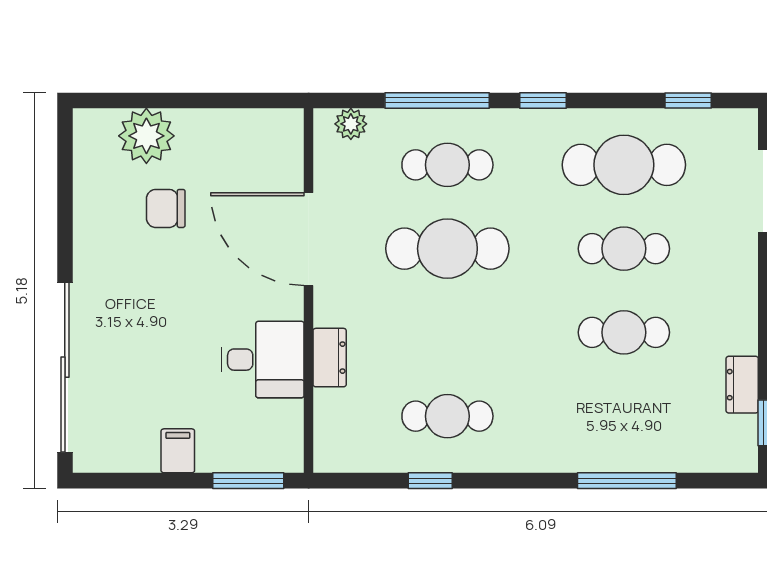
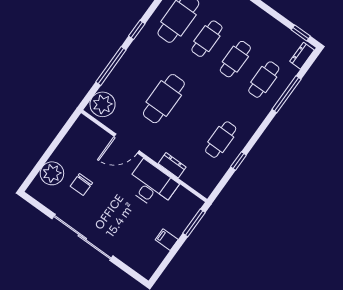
plant: (351, 124) -> (103, 104), width x1.87, depth x1.87
cafe table: (447, 165) -> (264, 80), moved
door: (309, 239) -> (127, 143), width x0.73
desk: (263, 360) -> (151, 185), width x1.37
sliding door: (65, 367) -> (82, 237), moved
dresser: (742, 385) -> (302, 56), moved, turned 90

